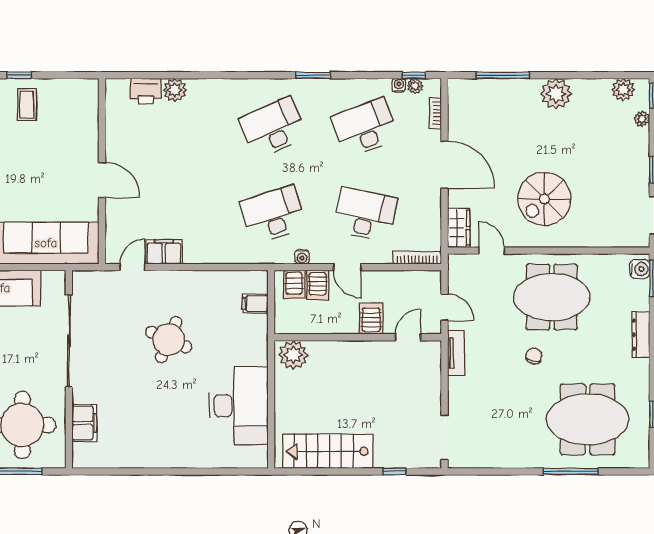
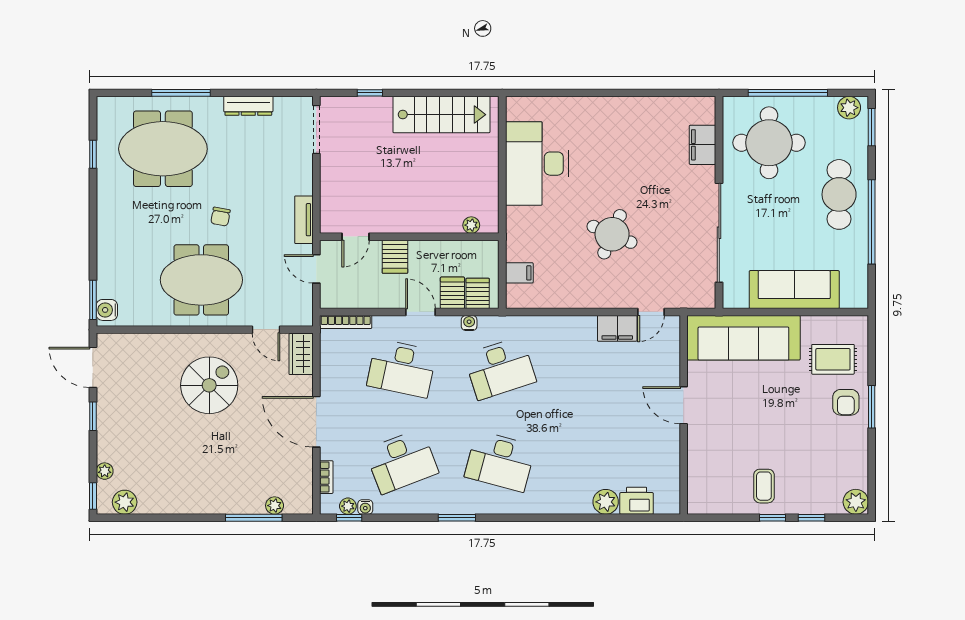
plant: (556, 94) -> (275, 506), moved, width x0.53, depth x0.53
desk: (273, 128) -> (500, 461), turned 39
dresser: (641, 335) -> (248, 106), moved, turned 90
plant: (293, 355) -> (471, 225), width x0.53, depth x0.53

